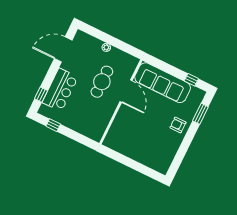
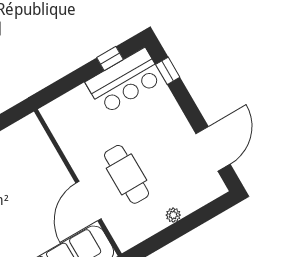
bar counter: (60, 90) -> (125, 81), moved, turned -90
door: (126, 91) -> (88, 201), hinge flipped

